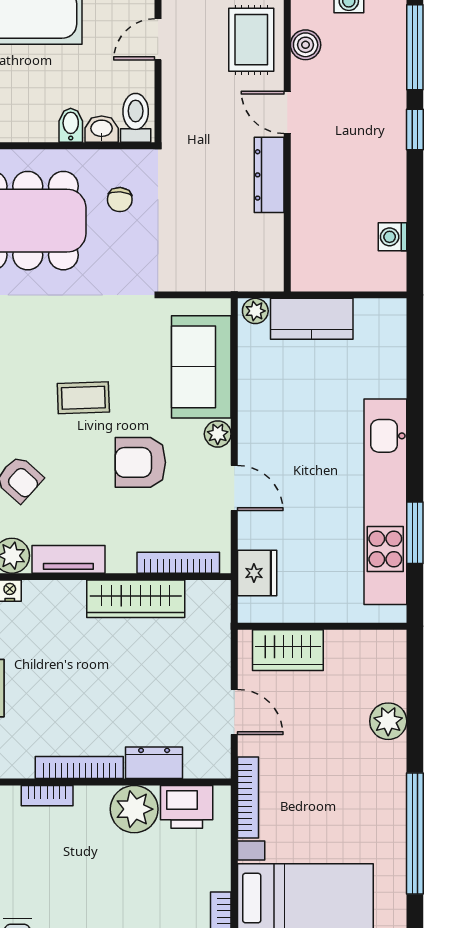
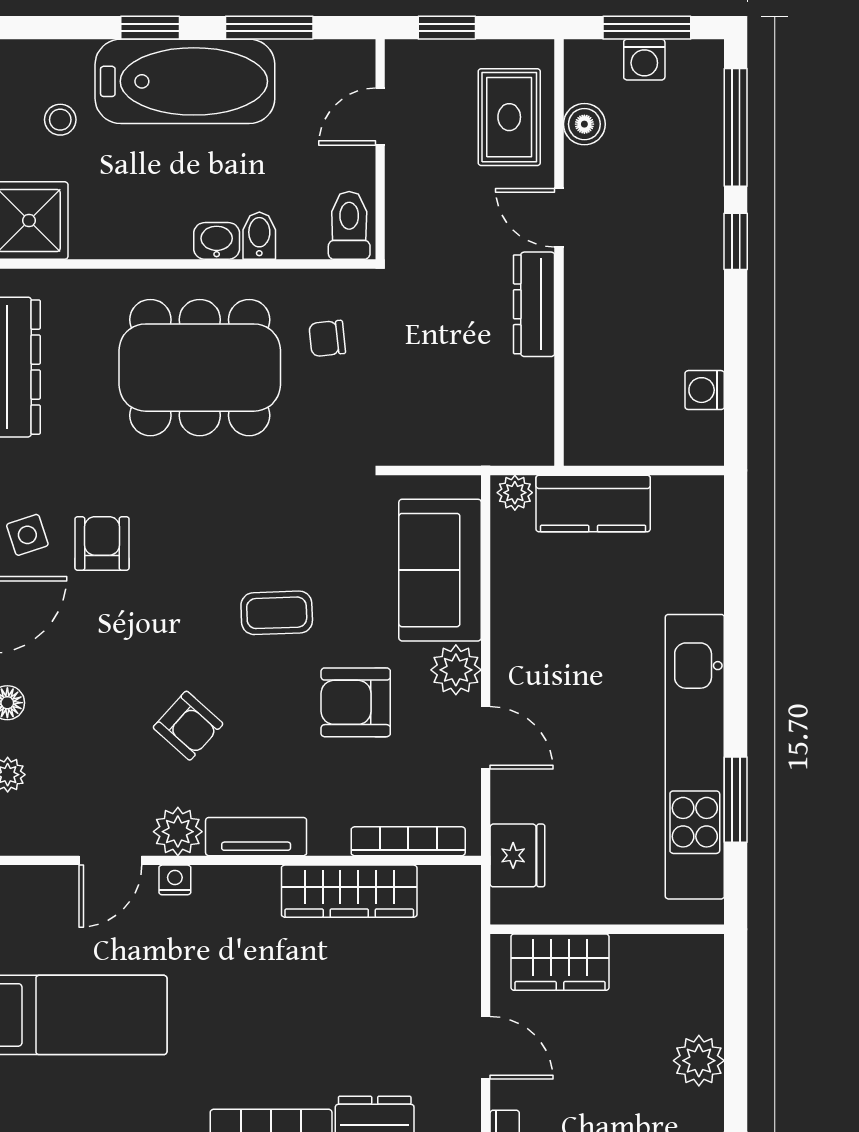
washbasin: (102, 129) -> (217, 241), moved
chair: (120, 200) -> (327, 338), turned 80
plant: (218, 434) -> (456, 670), width x1.38, depth x1.38

